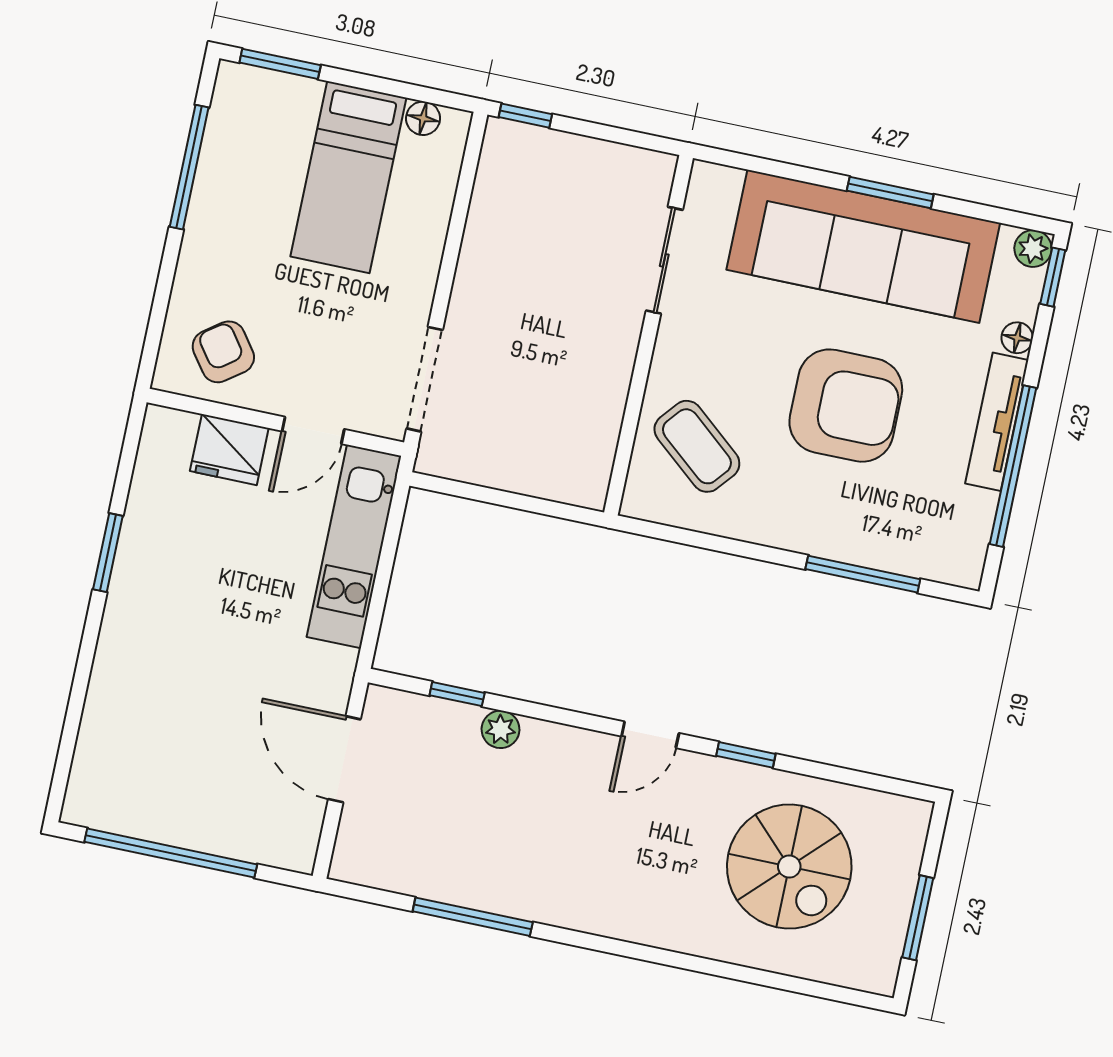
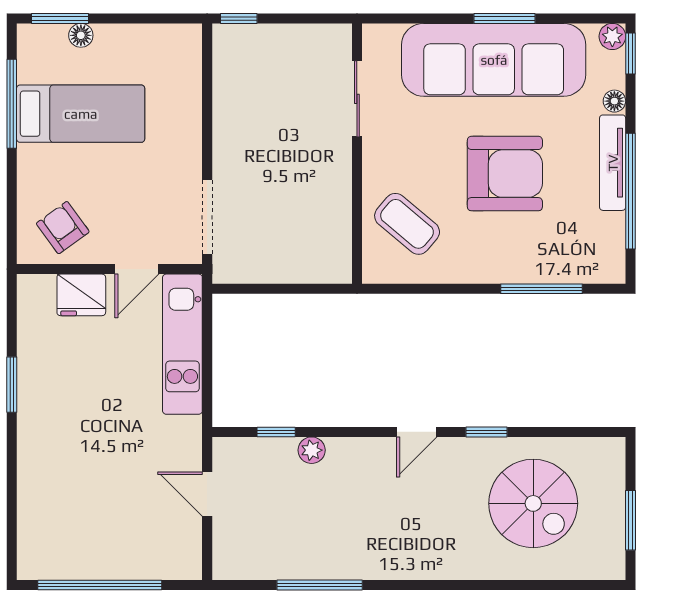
floor lamp: (423, 118) -> (81, 35), moved
bed: (348, 177) -> (81, 114), moved, turned -90
door: (344, 759) -> (207, 494), width x0.73

